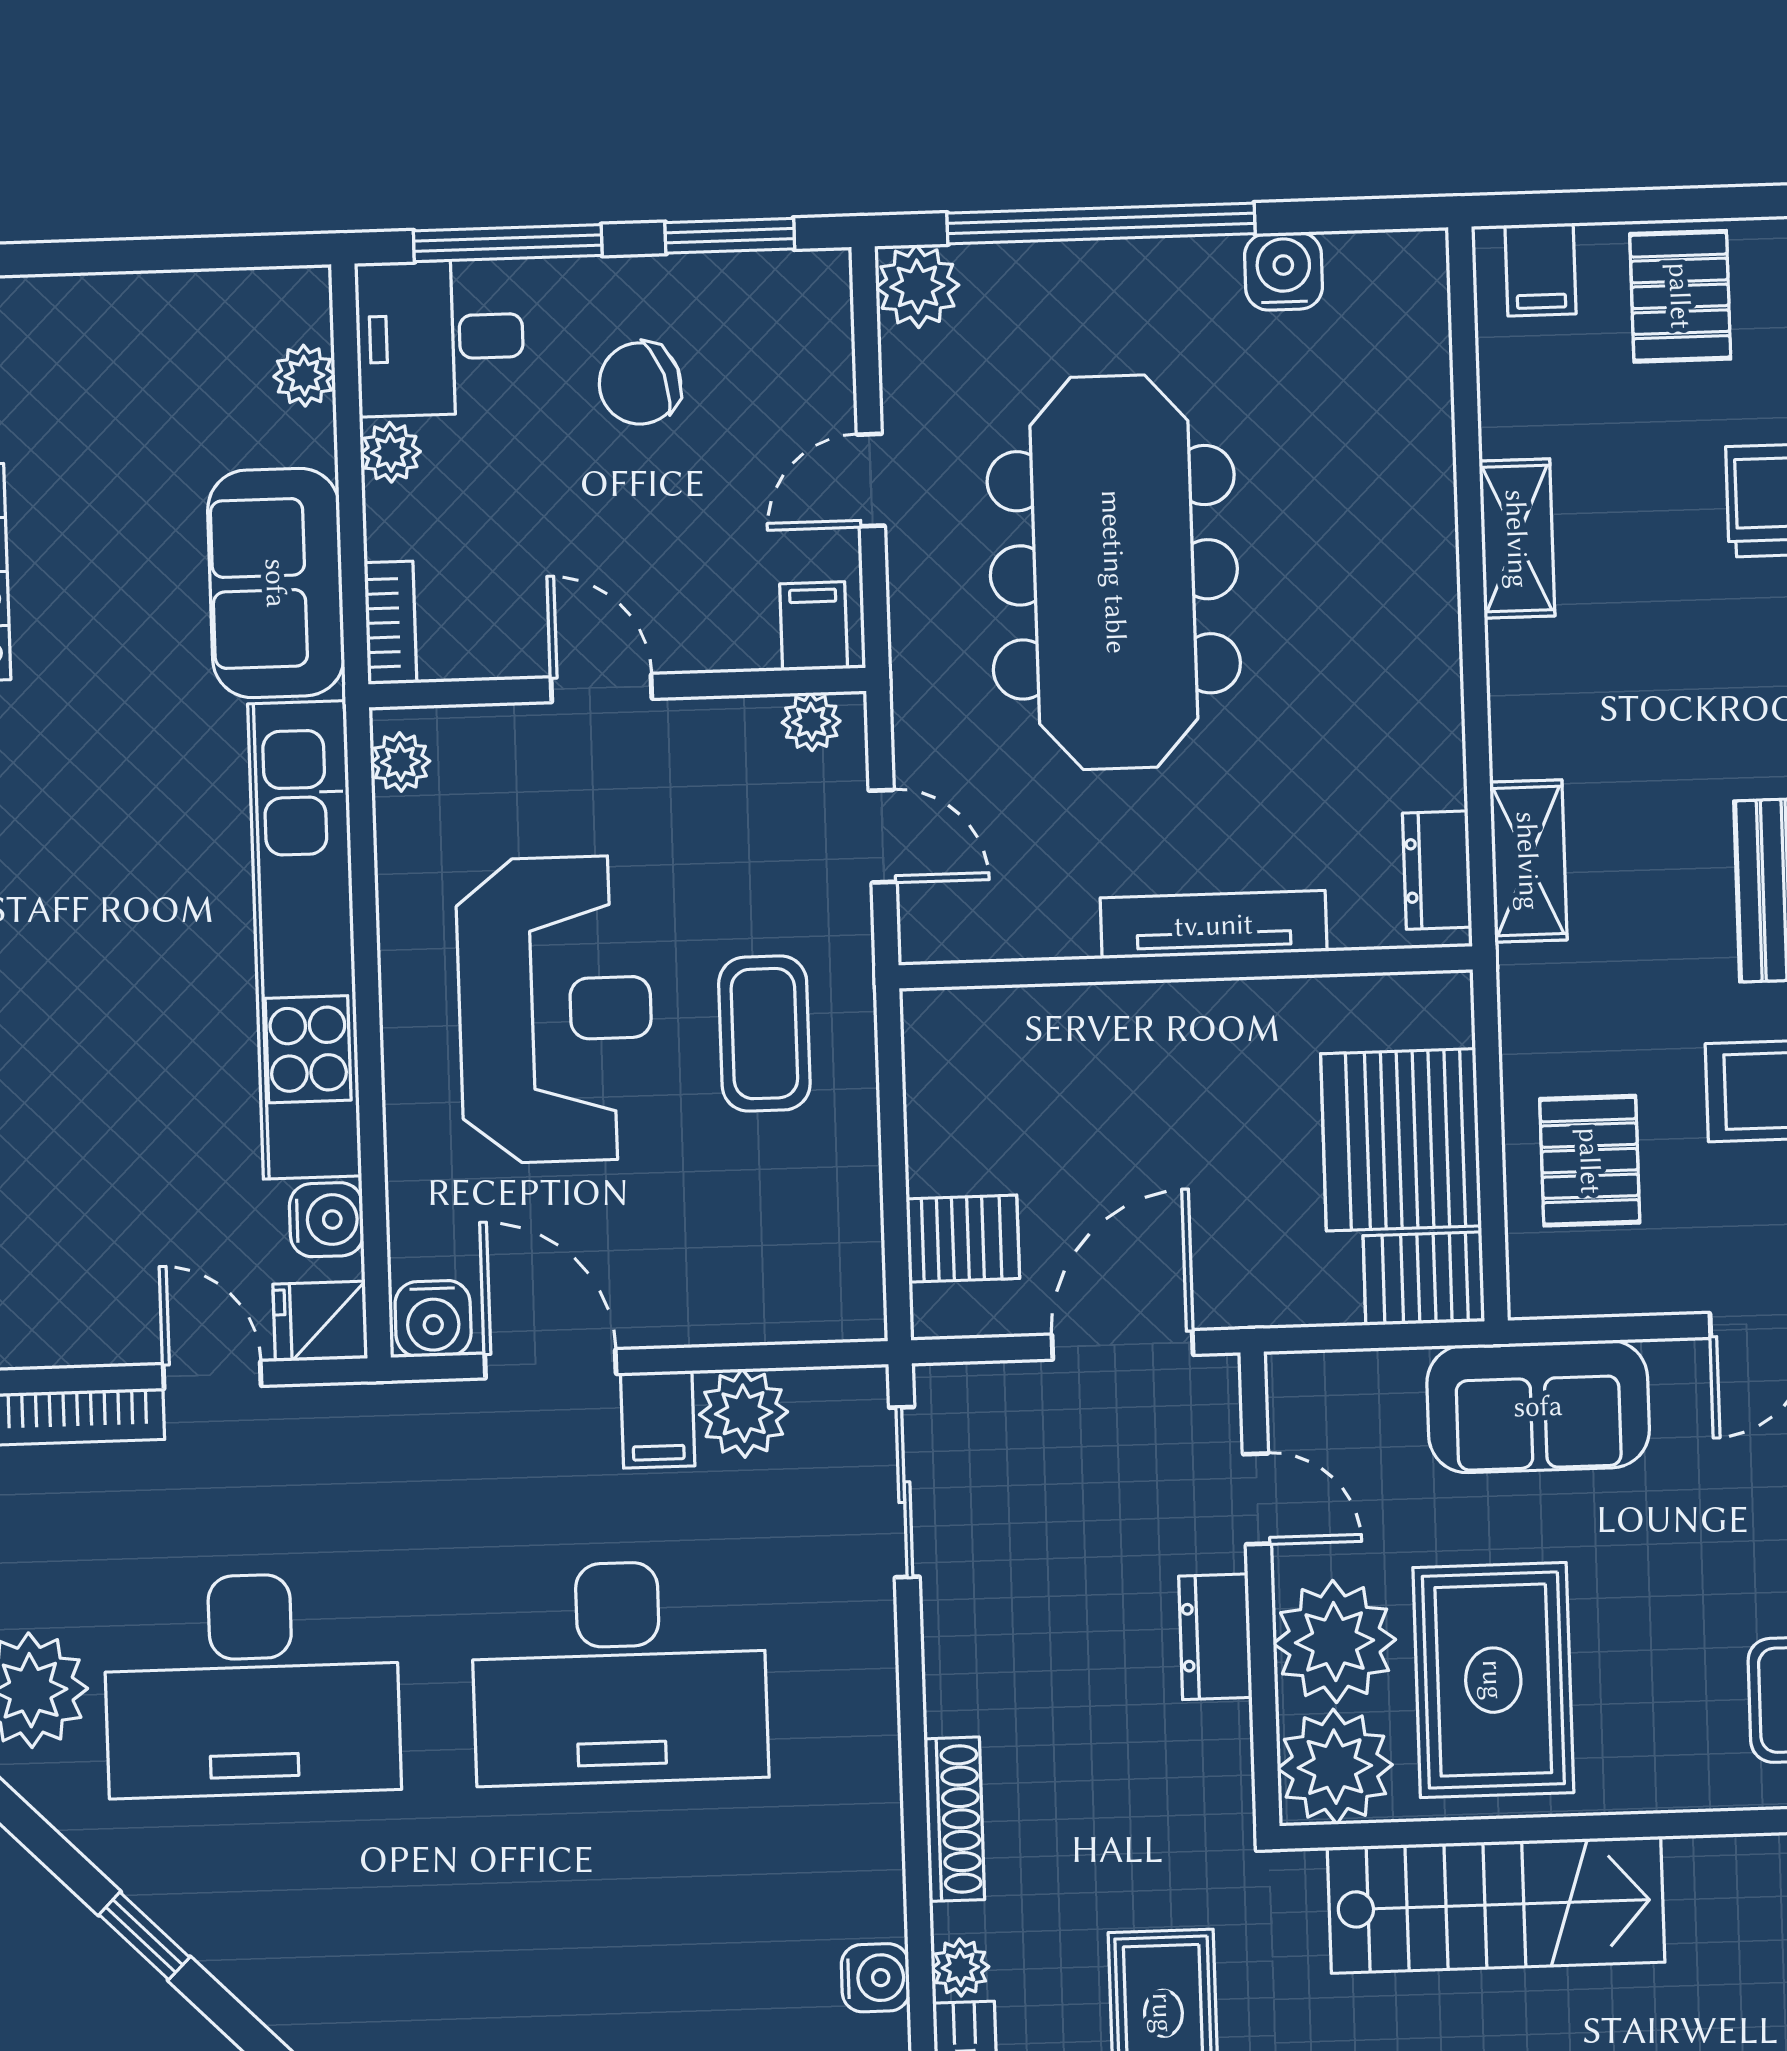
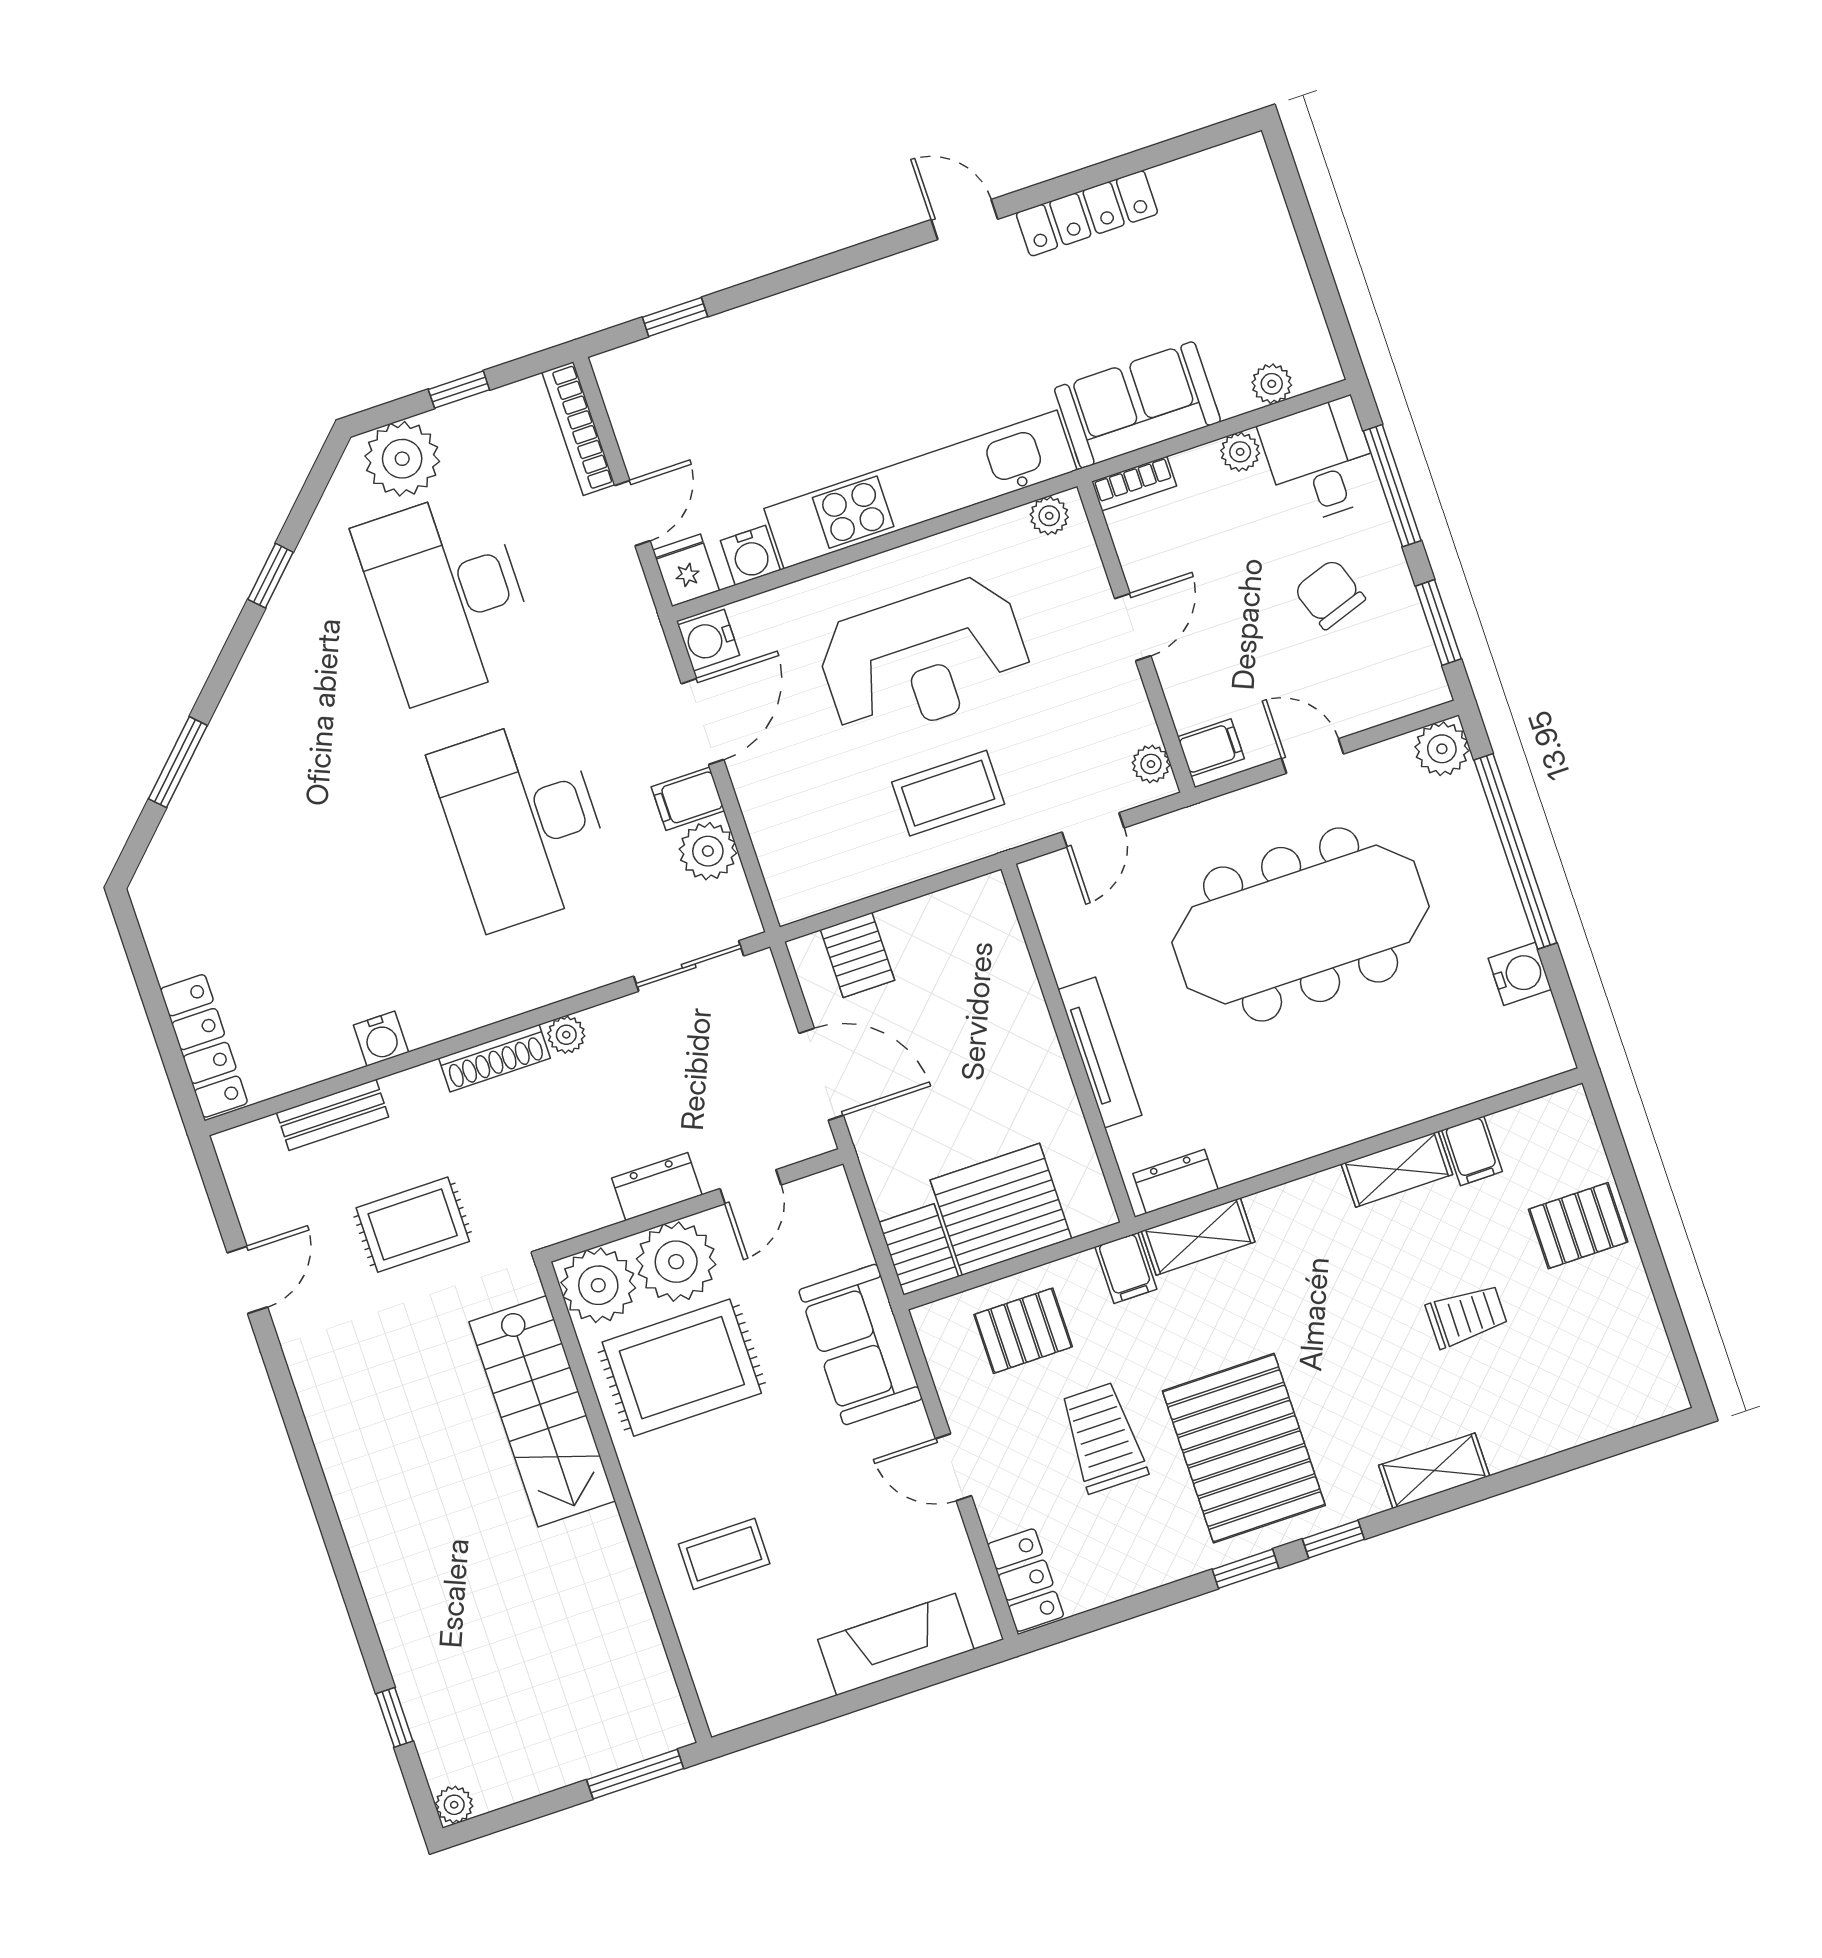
filing cabinet: (1540, 270) -> (1472, 1151), moved, turned -90
filing cabinet: (1543, 981) -> (1126, 1268), added
plant: (960, 1967) -> (566, 1035), moved

